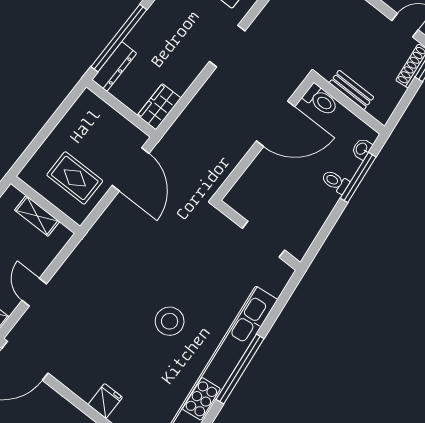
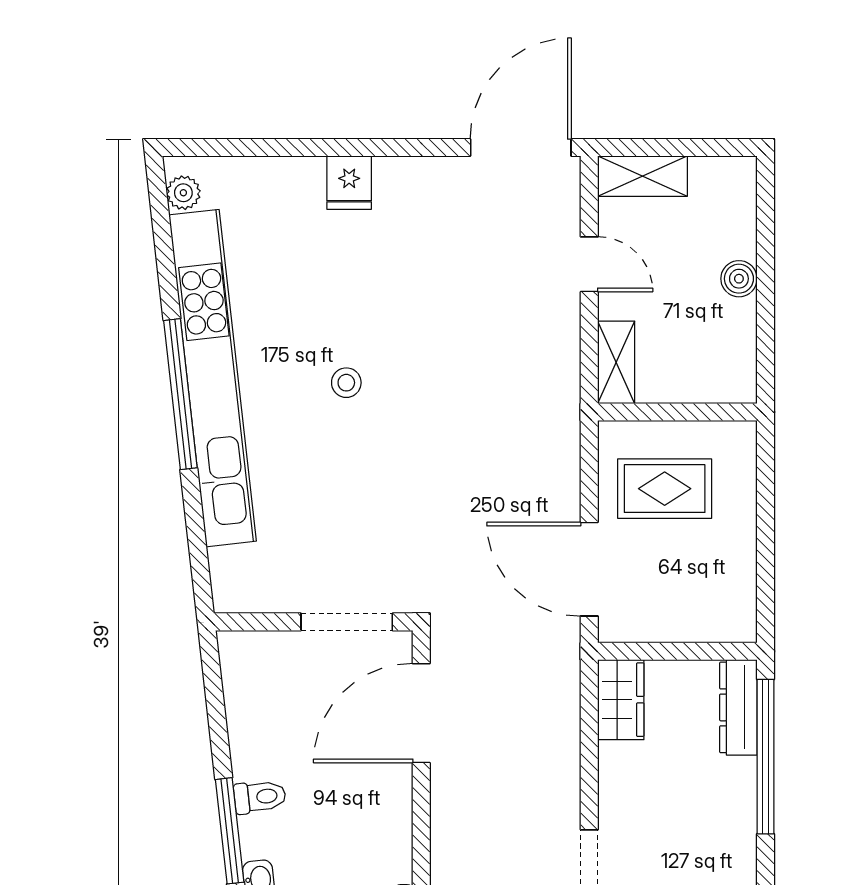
door: (276, 124) -> (421, 713), moved
shelving: (37, 216) -> (616, 362), moved, turned 90
doorway: (264, 239) -> (347, 622), moved
stool: (170, 321) -> (346, 383), width x0.53, depth x0.53

